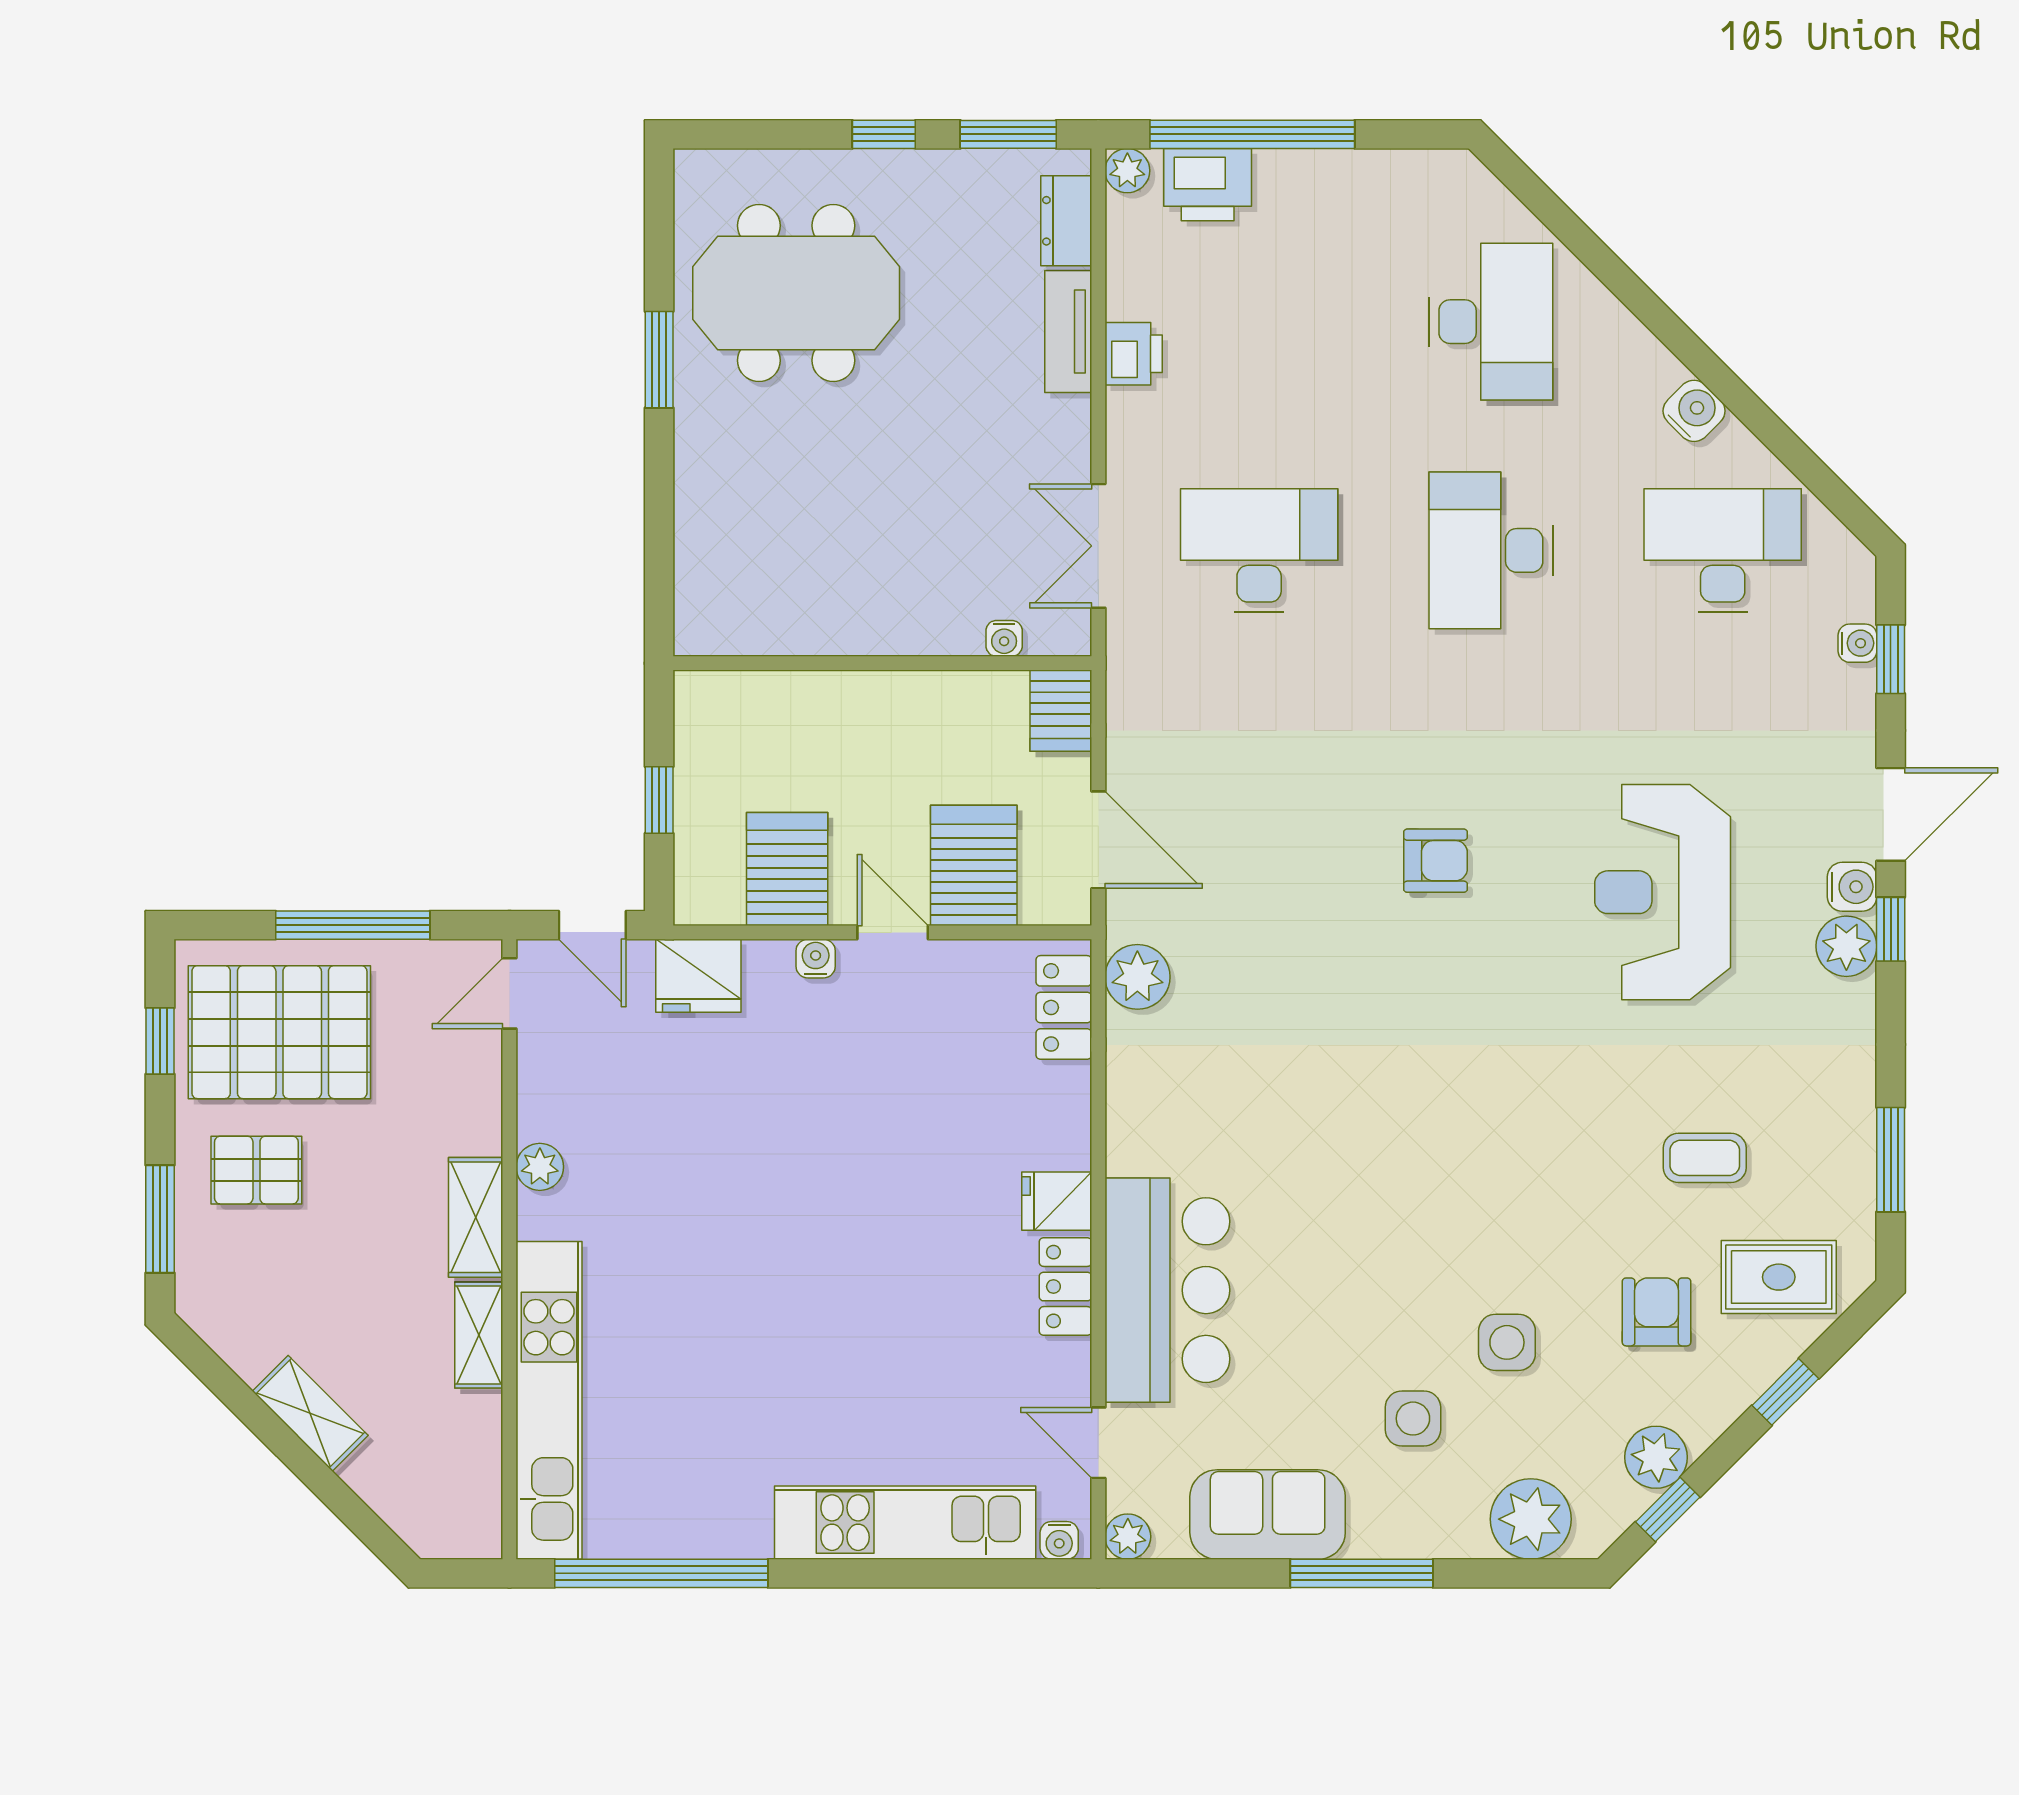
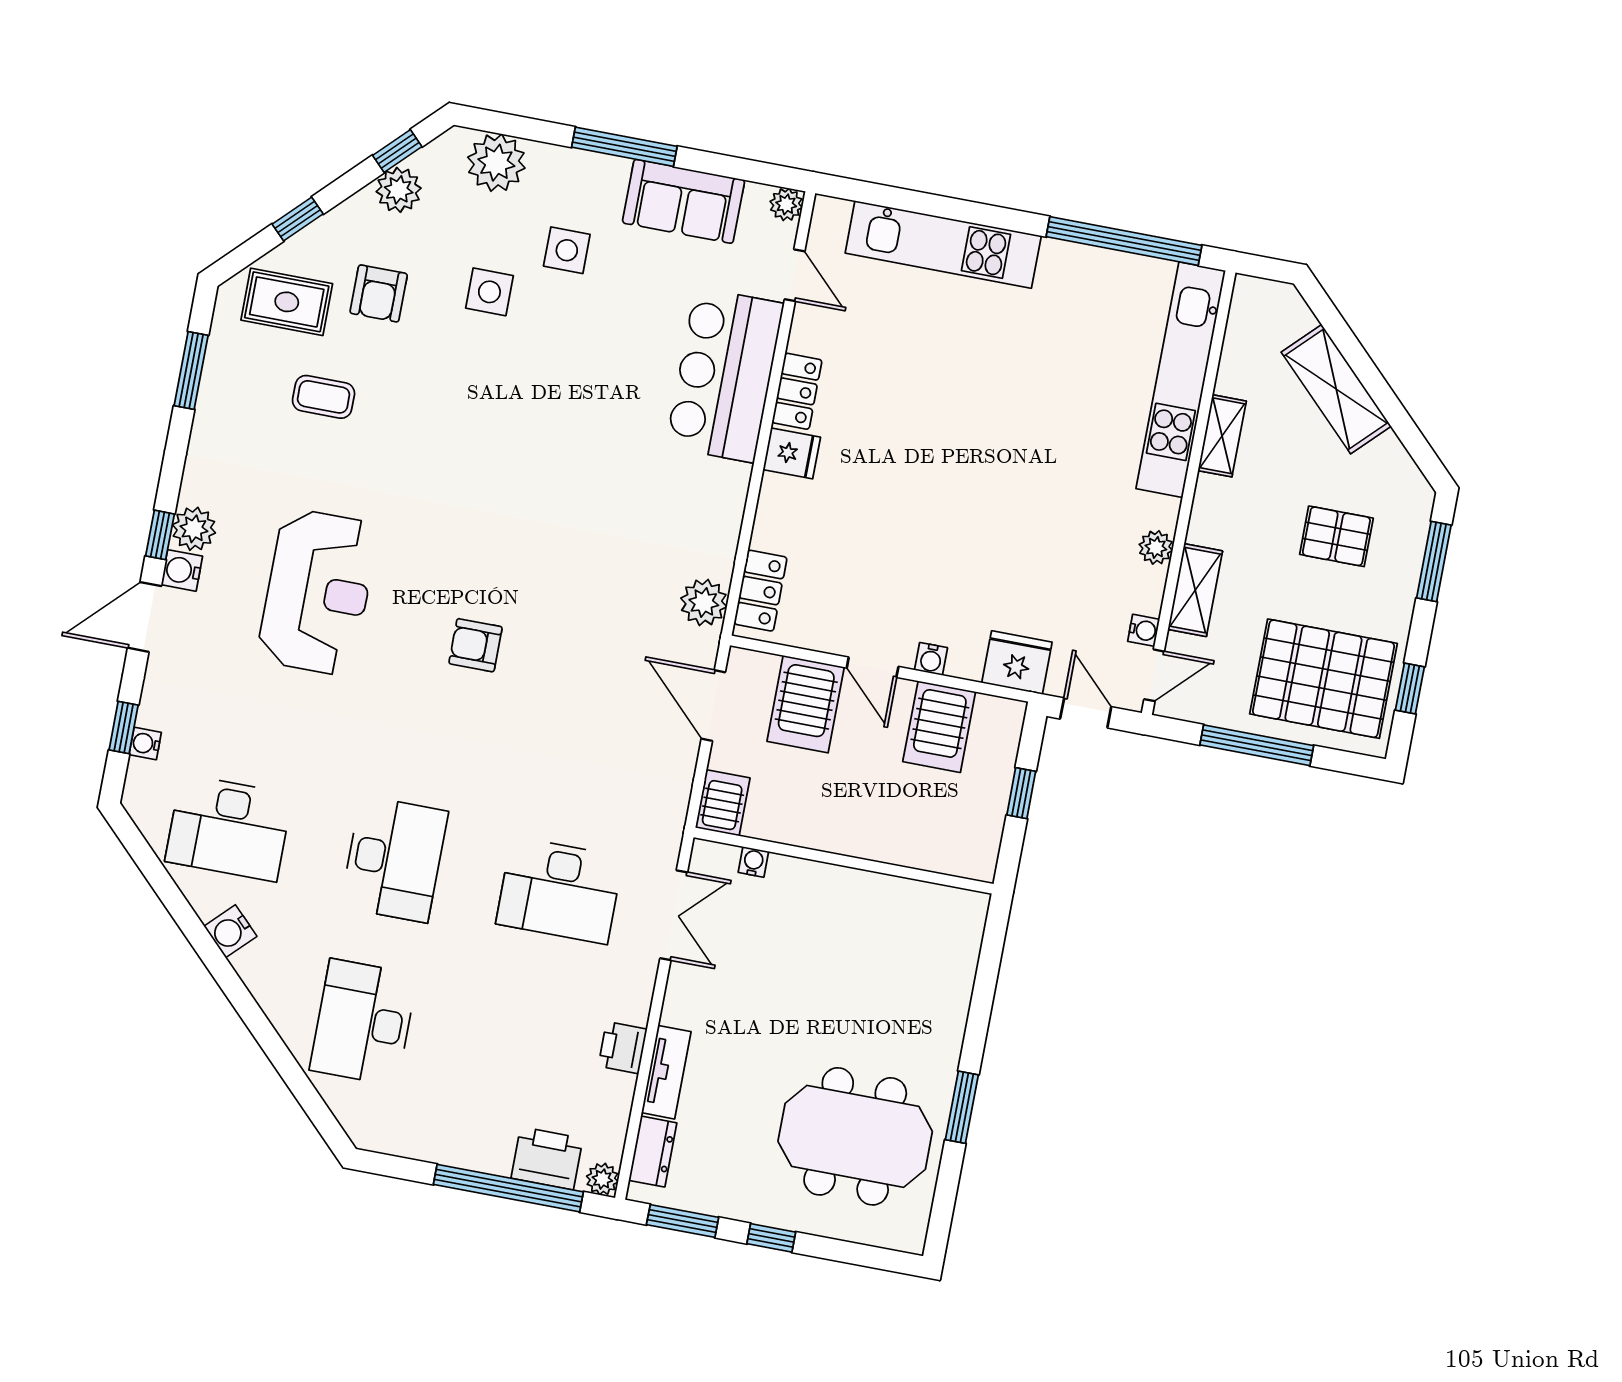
pallet: (256, 1170) -> (1336, 536), moved
shelving: (476, 1217) -> (1195, 590), moved
shelving: (310, 1413) -> (1336, 389), width x1.50, depth x1.33
water cooler: (1059, 1540) -> (1144, 630), moved, turned 90

